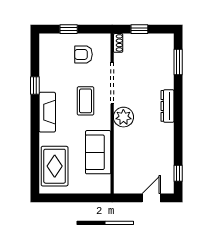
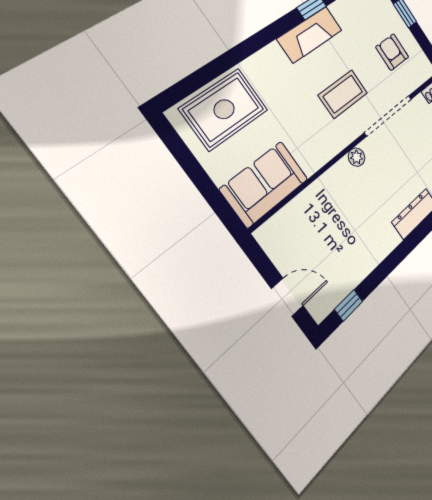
fireplace: (47, 112) -> (310, 34), moved
plant: (123, 117) -> (357, 157), width x0.53, depth x0.53
sofa: (98, 152) -> (265, 184), moved

